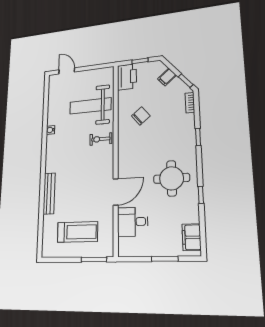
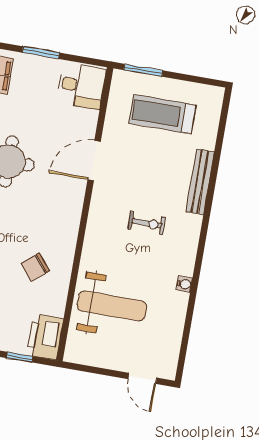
exercise bike: (101, 139) -> (147, 223), moved
desk: (133, 222) -> (81, 86), moved

